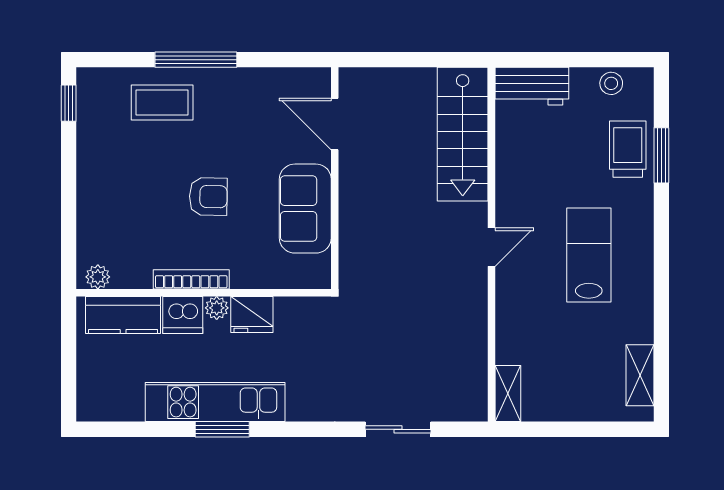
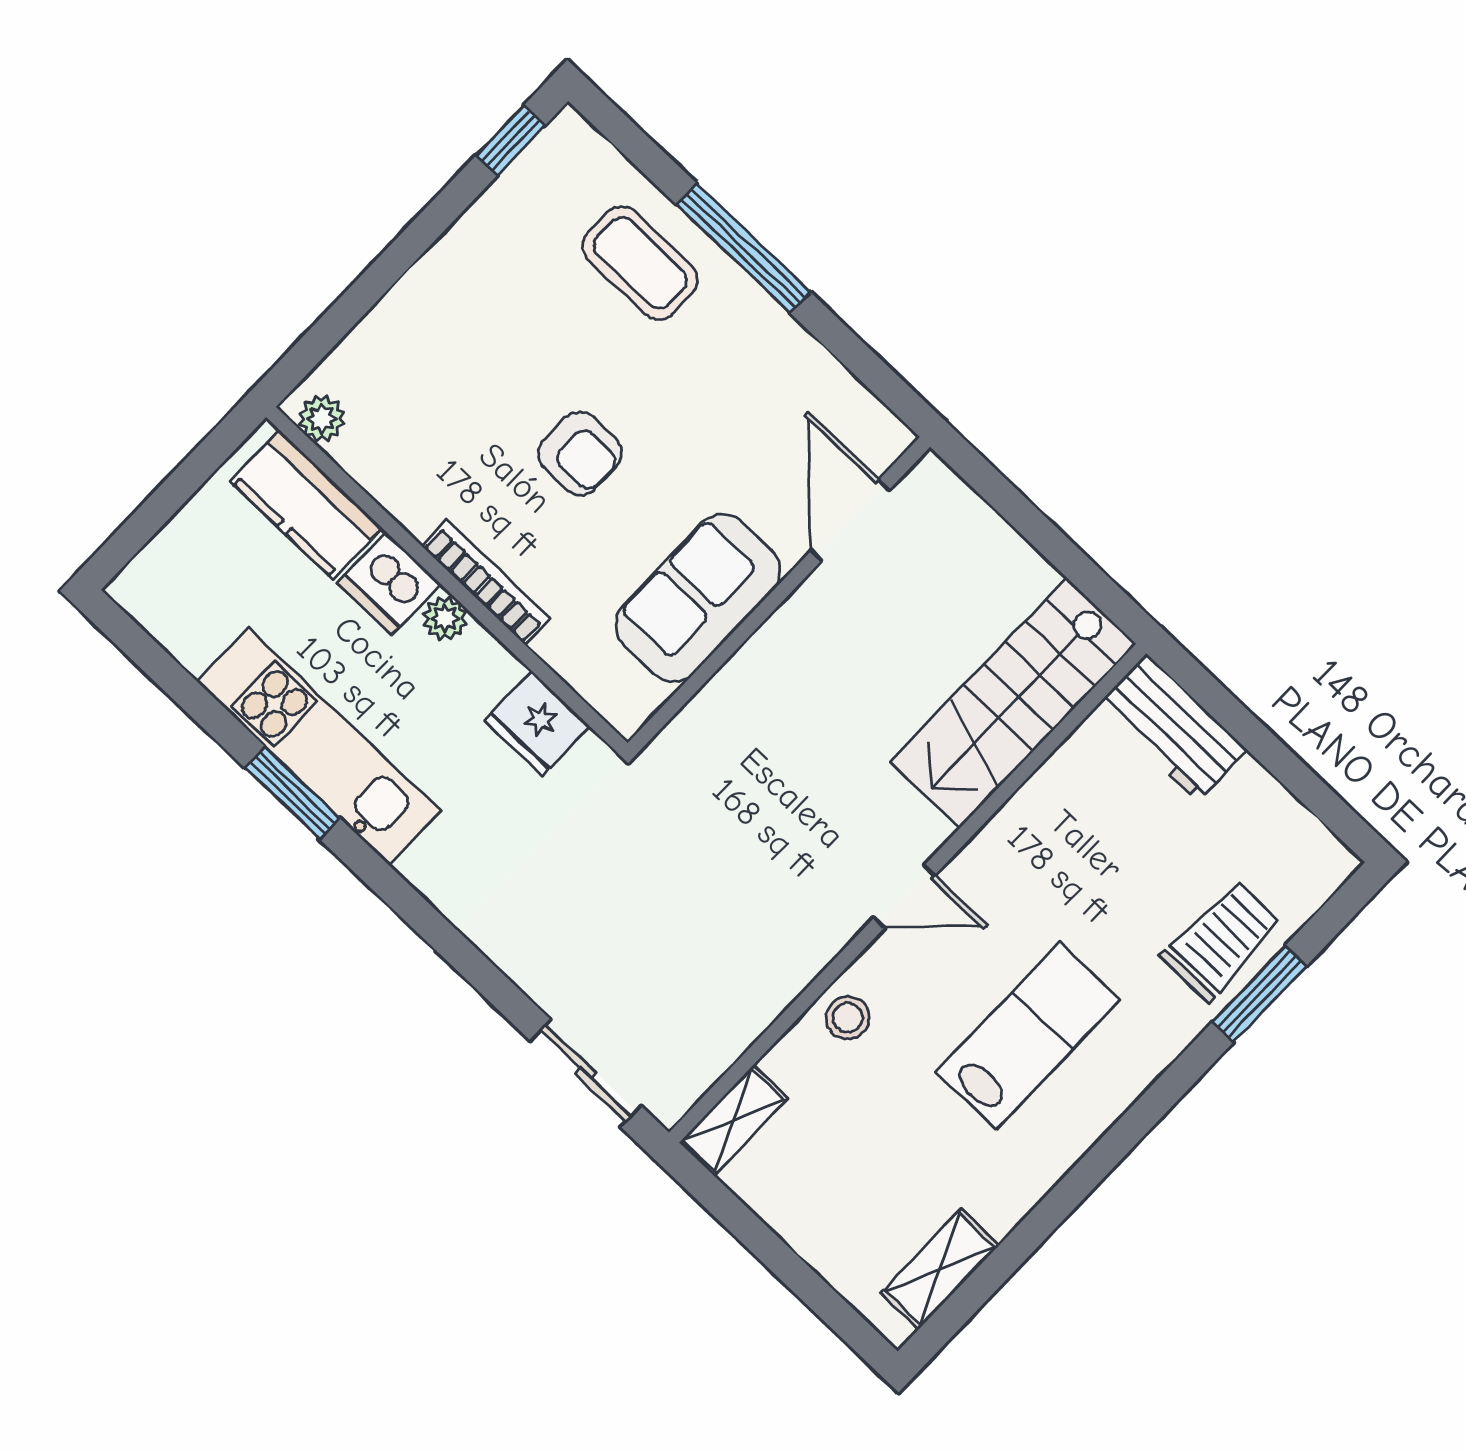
stool: (611, 83) -> (848, 1018), moved
bookcase: (191, 279) -> (486, 582), moved
fridge: (252, 314) -> (537, 723), moved
sliding door: (398, 429) -> (586, 1073), moved

